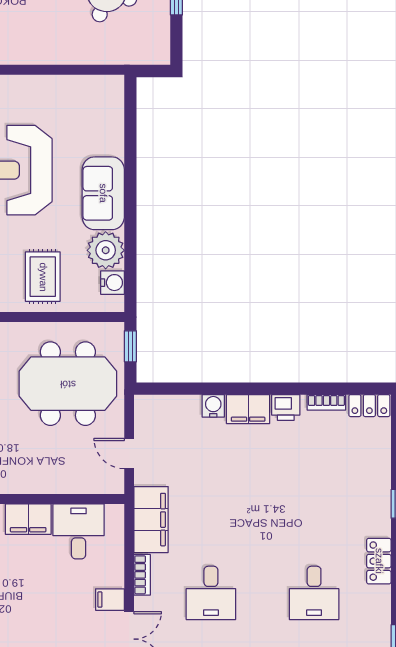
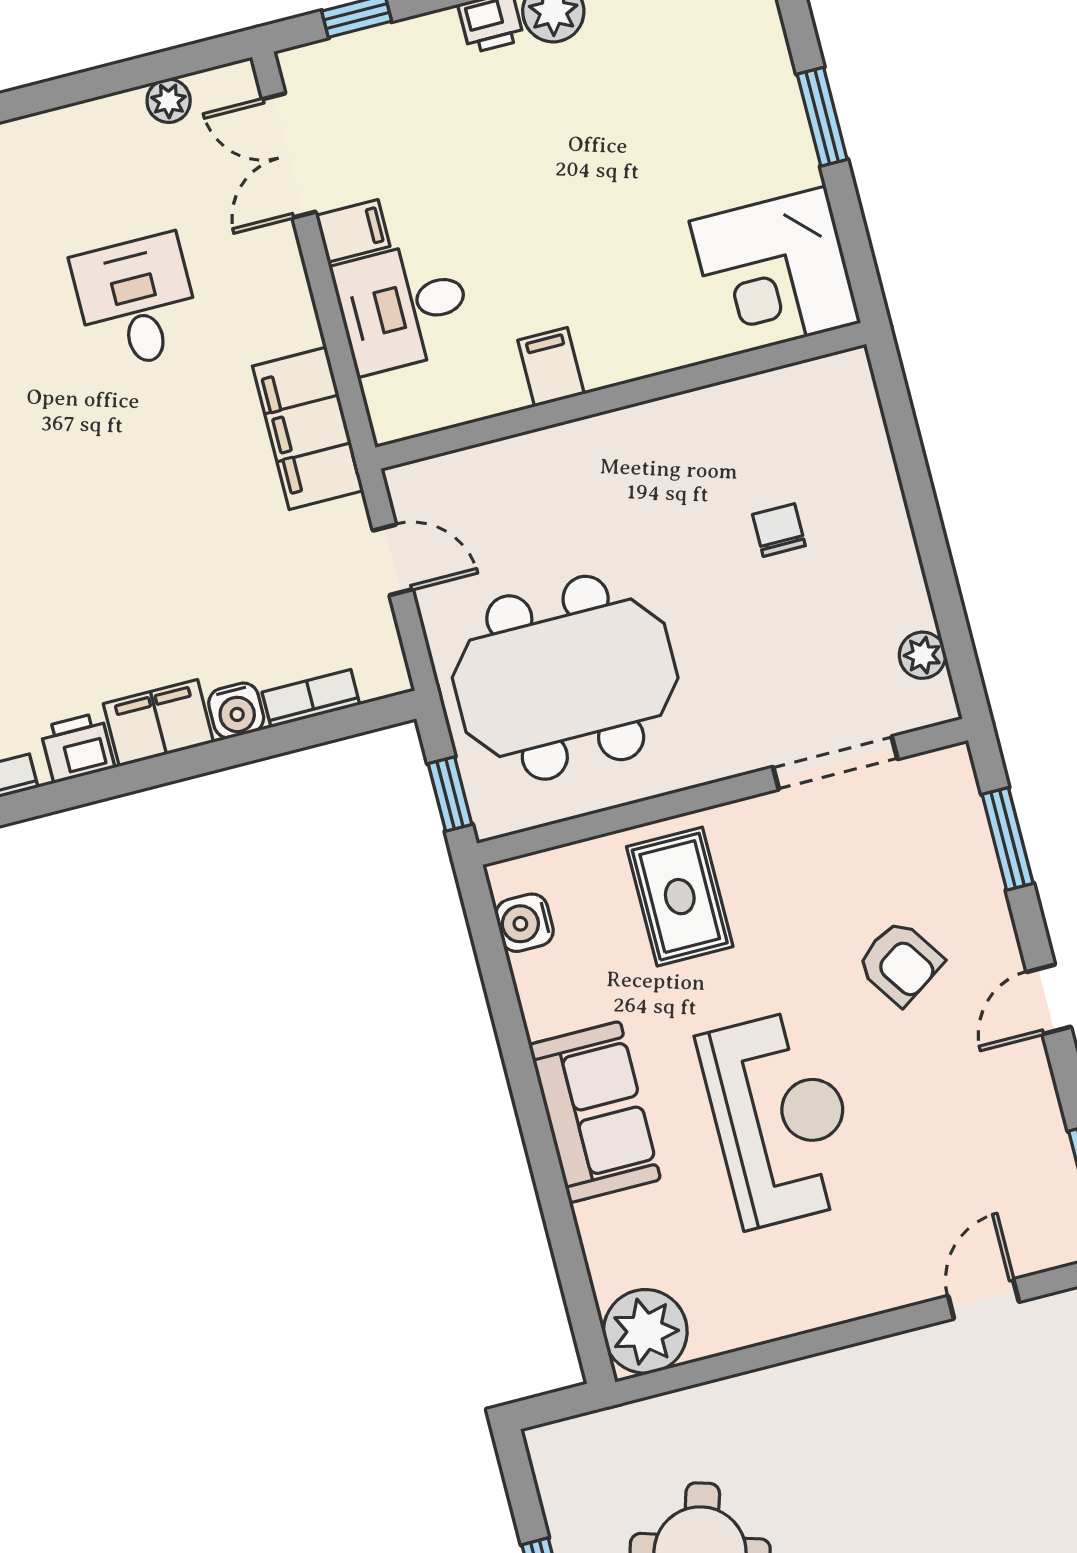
plant: (106, 250) -> (645, 1331), moved
filing cabinet: (28, 519) -> (551, 367), width x0.50
desk: (79, 531) -> (403, 307), moved, turned 90
bookcase: (142, 575) -> (311, 698), moved, turned 90

